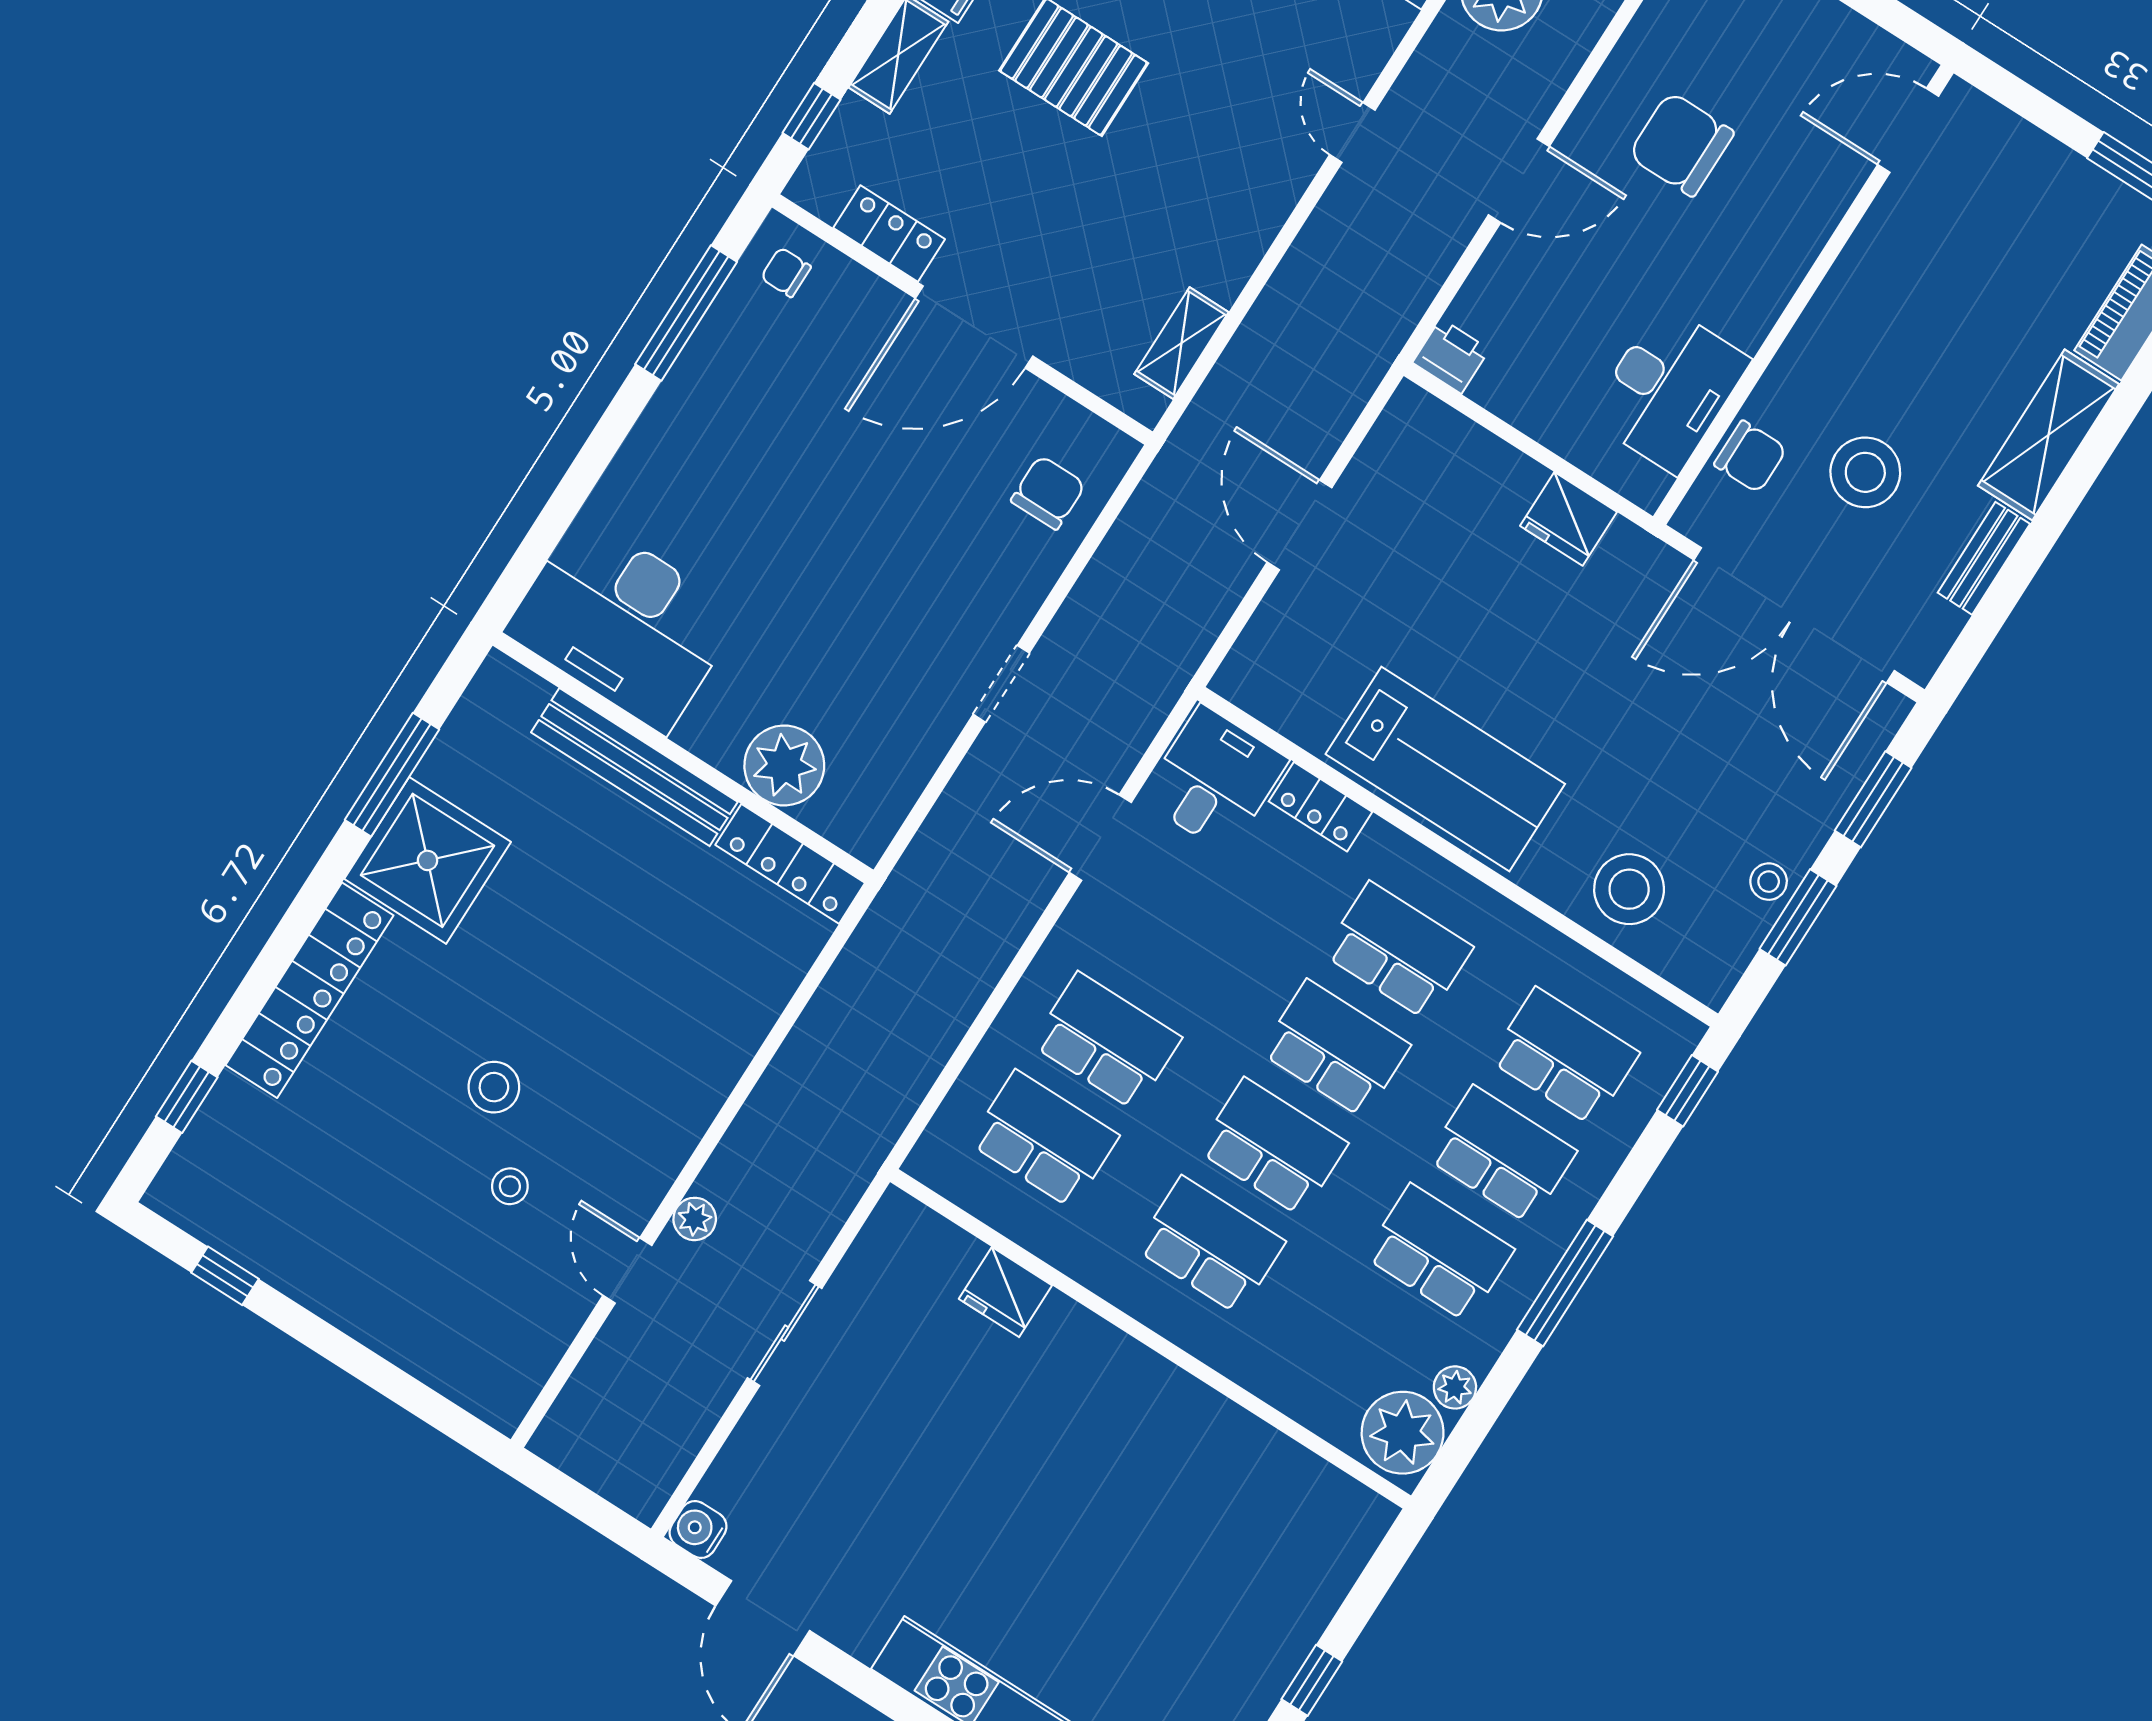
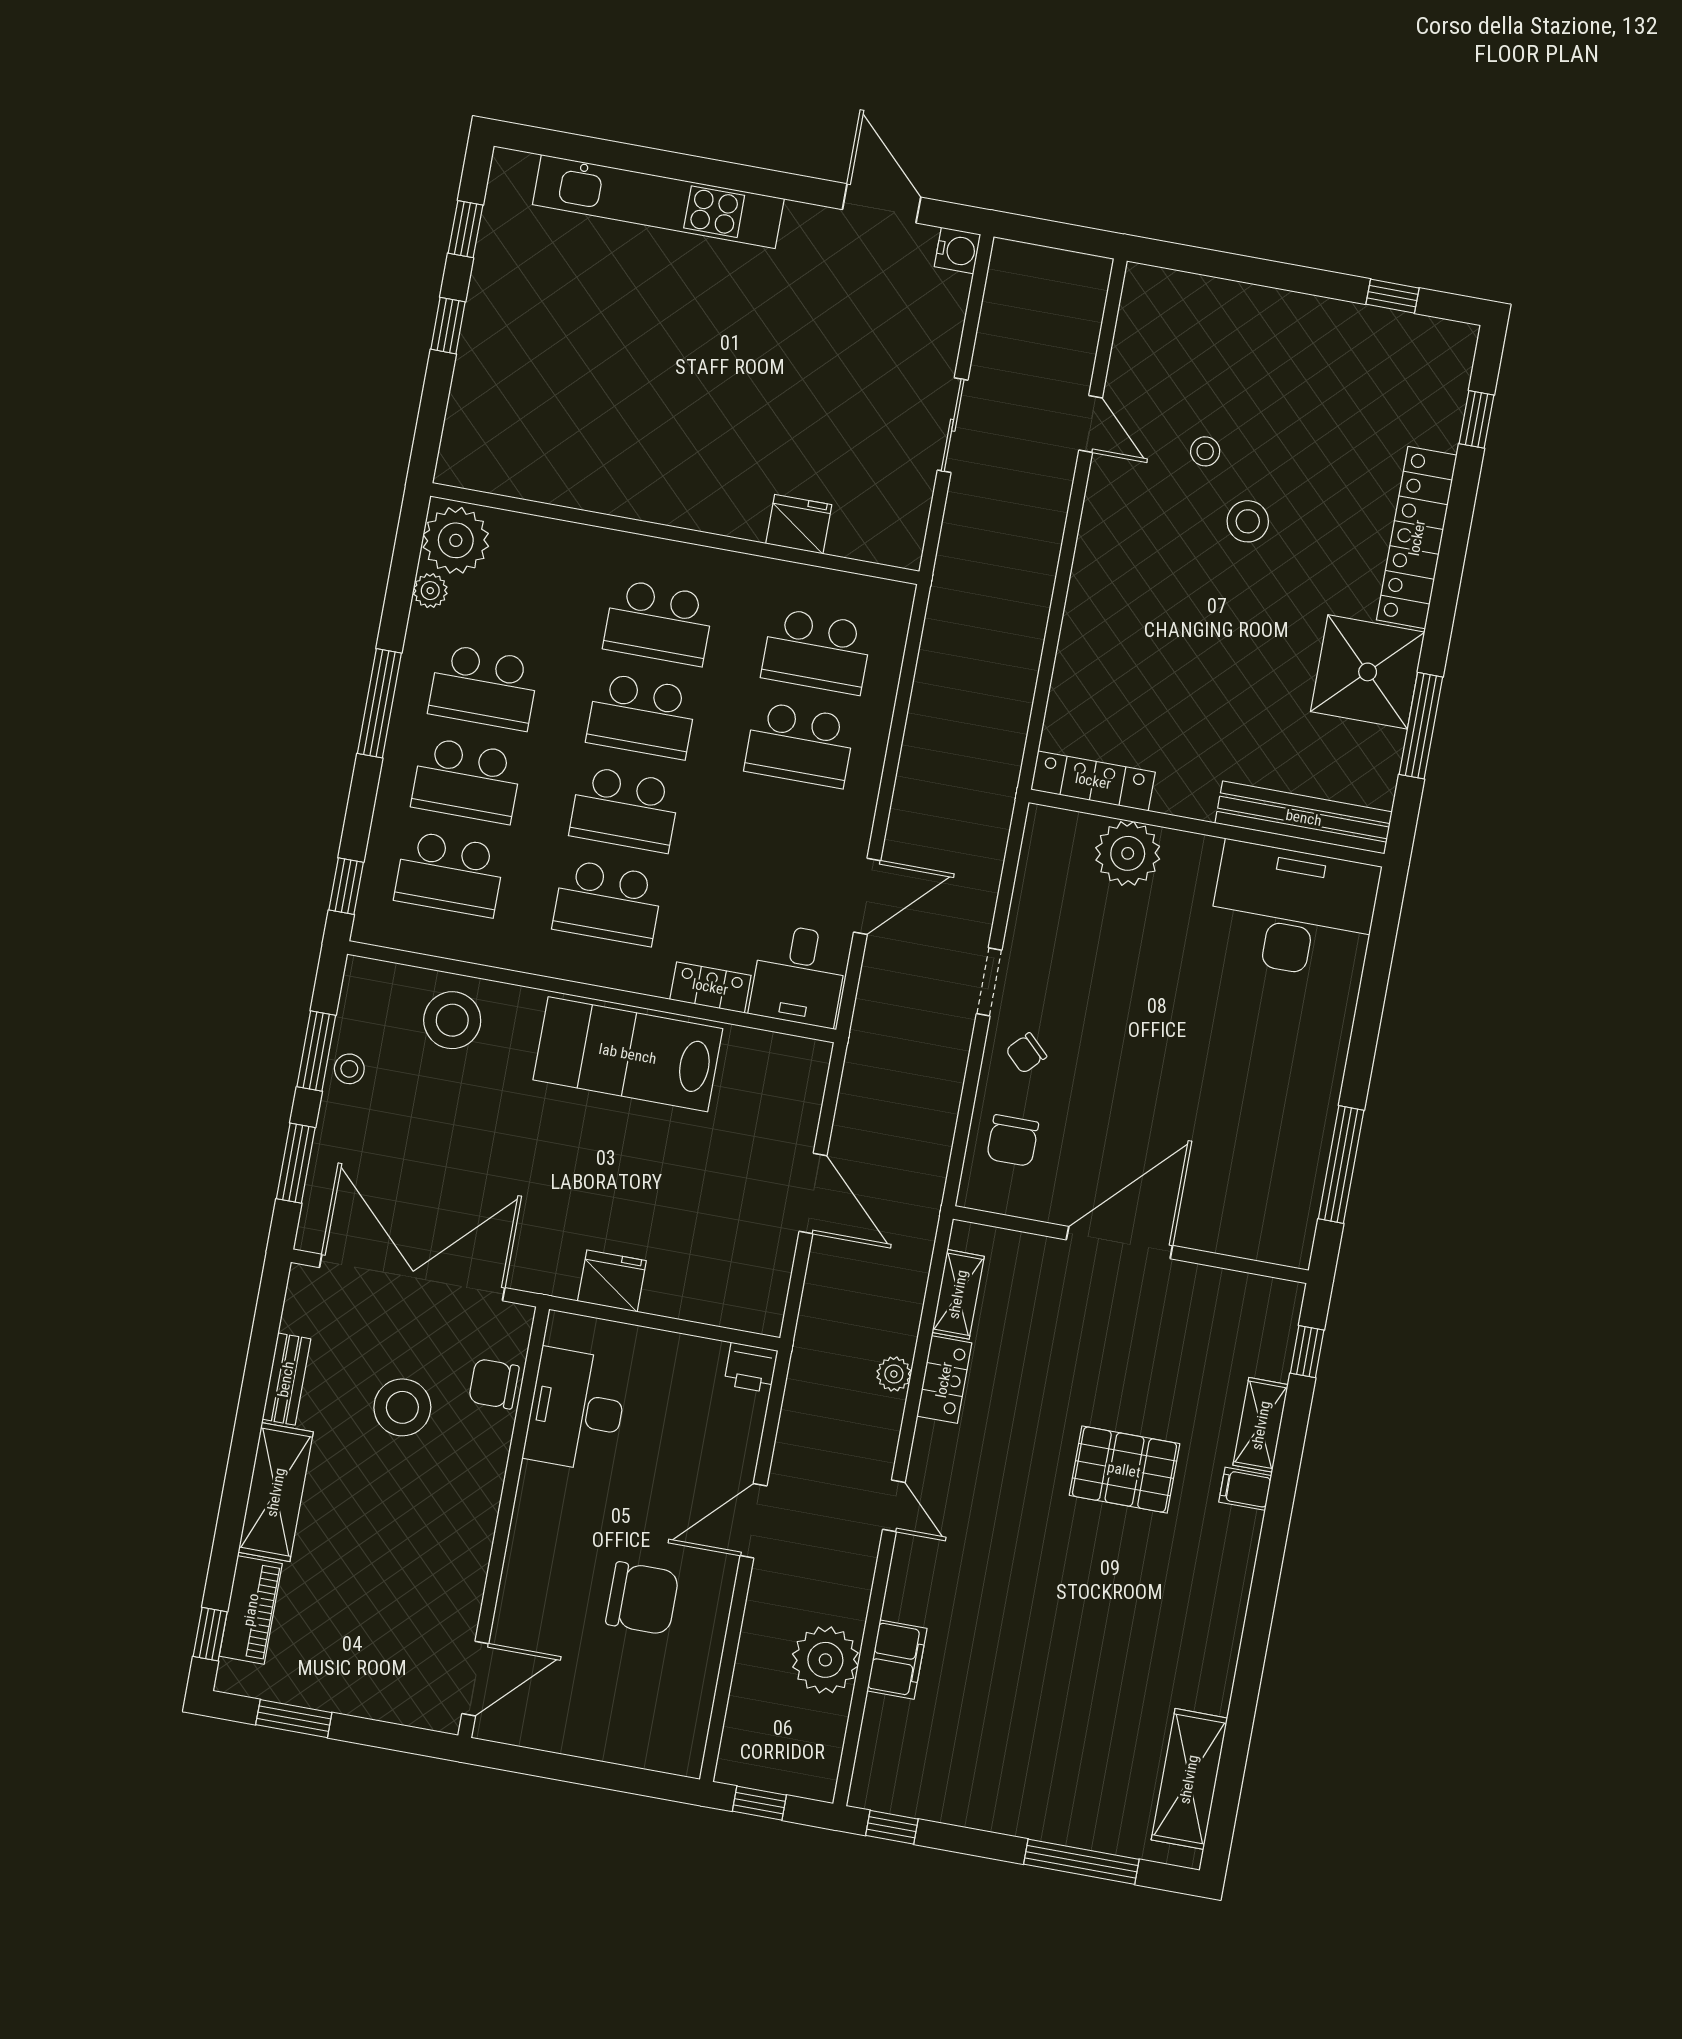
locker: (889, 234) -> (944, 1380), moved, turned -90
chair: (786, 272) -> (1026, 1053), moved, turned 134
bench: (634, 767) -> (1304, 818), moved
plant: (695, 1219) -> (894, 1374), moved

